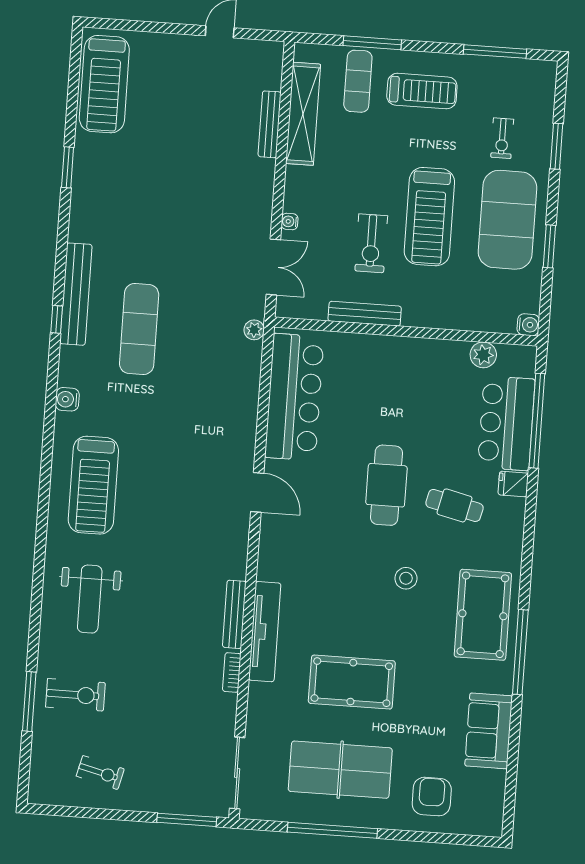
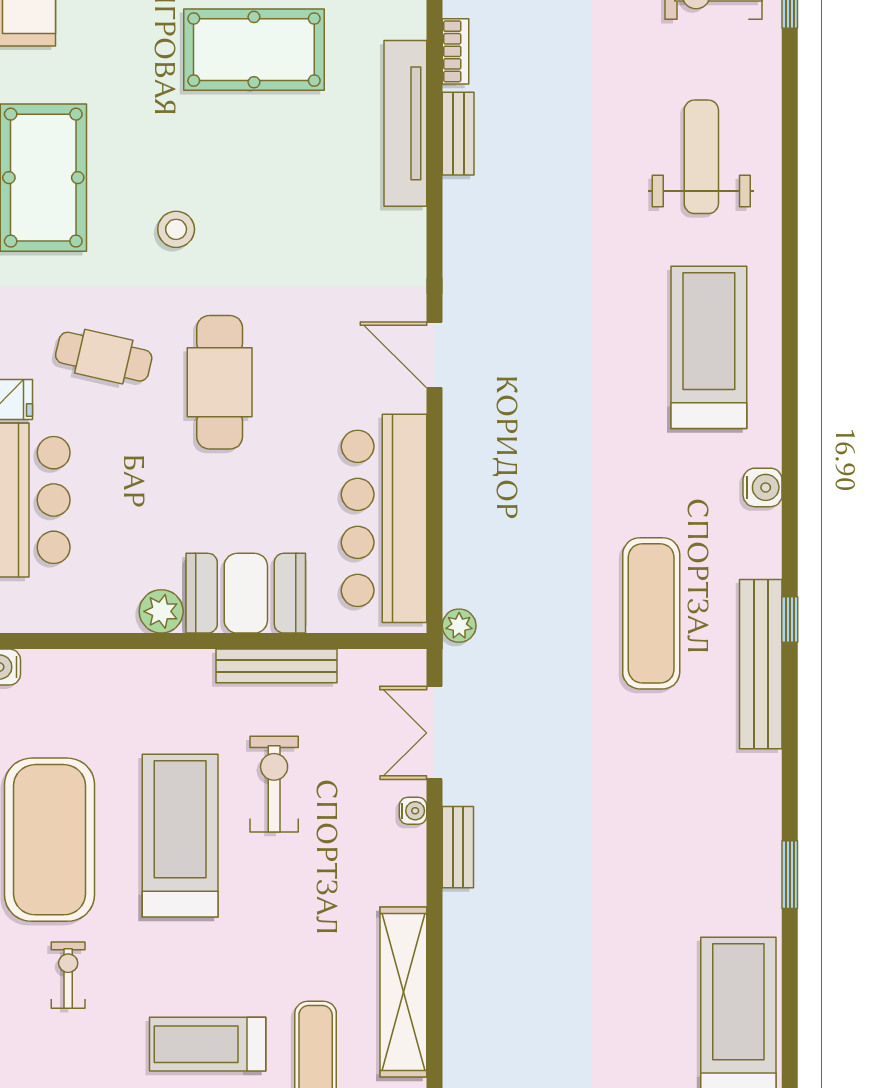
bench: (270, 124) -> (458, 847), moved, width x0.73
plant: (483, 355) -> (161, 611), moved
booth: (380, 358) -> (246, 593), added
bench: (234, 614) -> (458, 134), width x0.73

